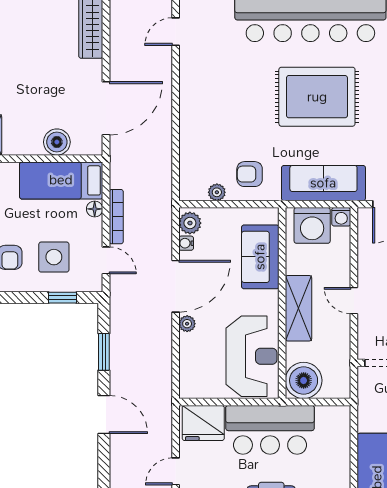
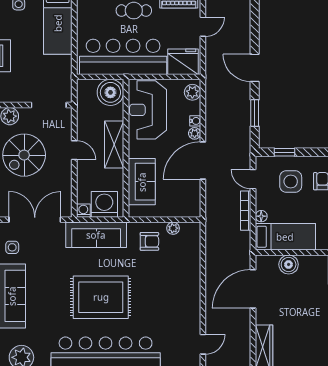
plant: (190, 223) -> (192, 92), moved
water cooler: (186, 243) -> (195, 121), moved
bar counter: (270, 430) -> (123, 57), width x1.36

